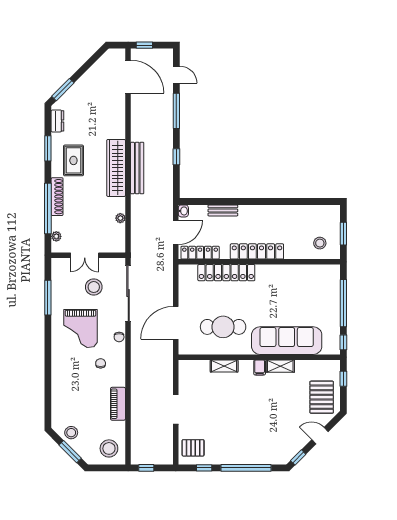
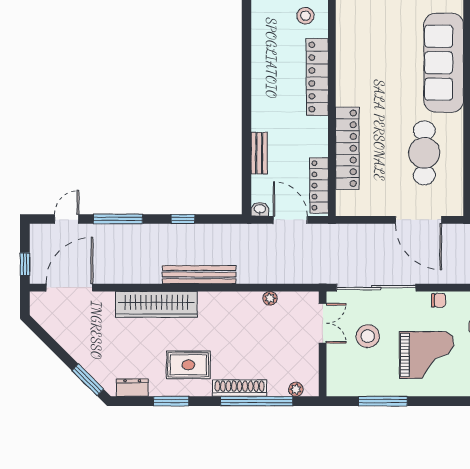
wardrobe: (116, 168) -> (156, 304), moved
locker: (257, 251) -> (317, 77), moved
double door: (85, 255) -> (323, 323), moved

